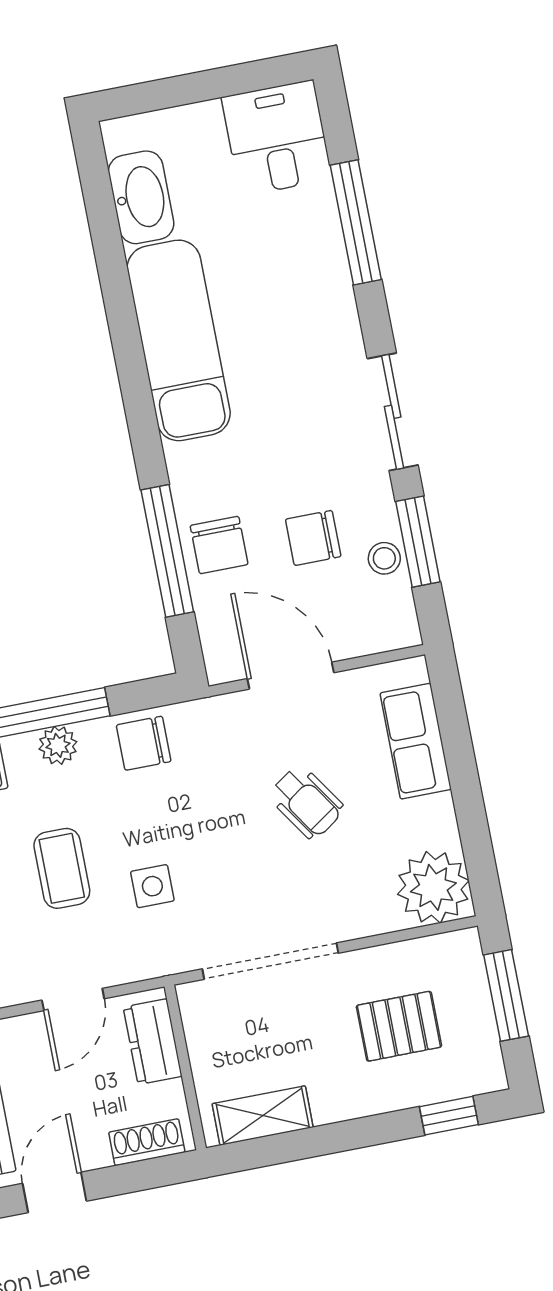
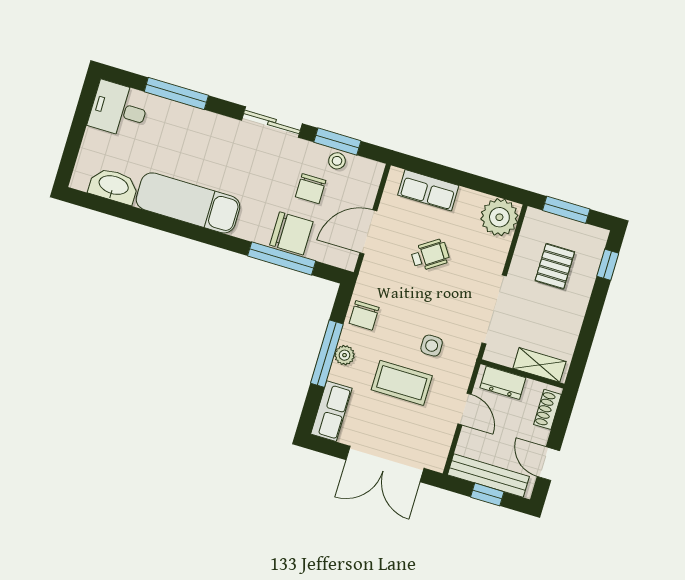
chair: (219, 545) -> (291, 233), width x1.37, depth x1.37
coffee table: (62, 868) -> (402, 383), width x1.36, depth x1.30
shelving: (263, 1116) -> (539, 365), moved, turned 90

